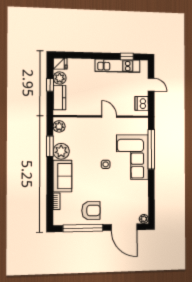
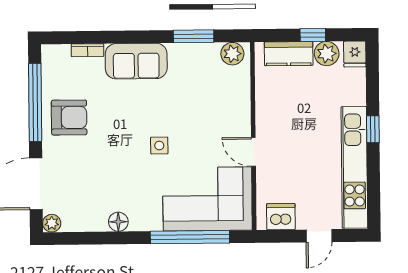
window: (127, 57) -> (373, 129), moved
kitchen unit: (118, 66) -> (354, 167), width x1.36
door: (109, 117) -> (254, 152), swing flipped
plant: (61, 151) -> (184, 58), removed
corner sofa: (132, 157) -> (207, 199), moved
floor lamp: (143, 185) -> (118, 222), added
armchair: (91, 211) -> (69, 118), turned -90

